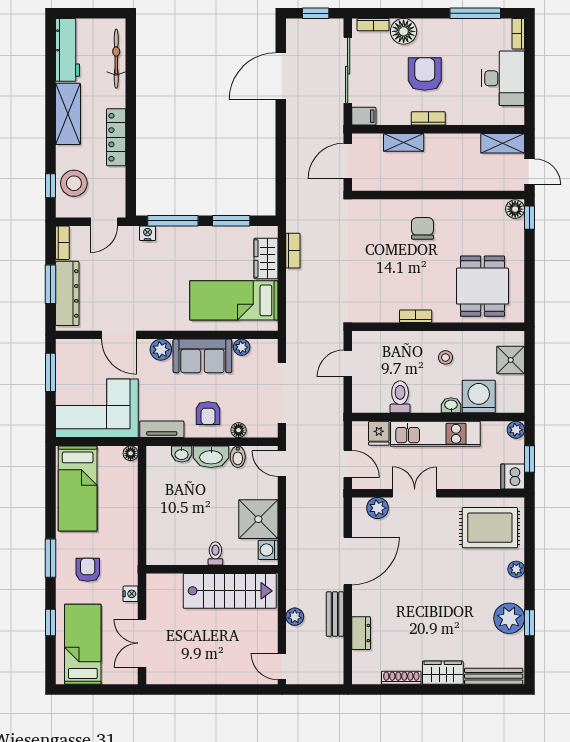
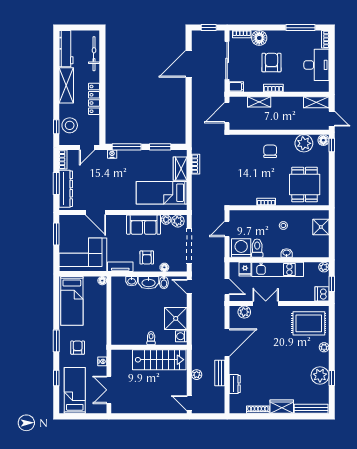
plant: (481, 214) -> (304, 143), added
plant: (161, 350) -> (178, 221), moved
washing machine: (479, 397) -> (241, 248), moved

